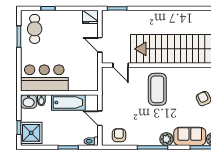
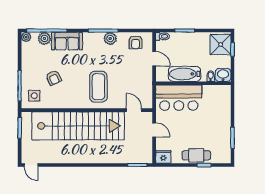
cafe table: (35, 29) -> (196, 155), moved, turned 90
bar counter: (44, 78) -> (179, 98), moved
plant: (166, 139) -> (110, 39), moved

